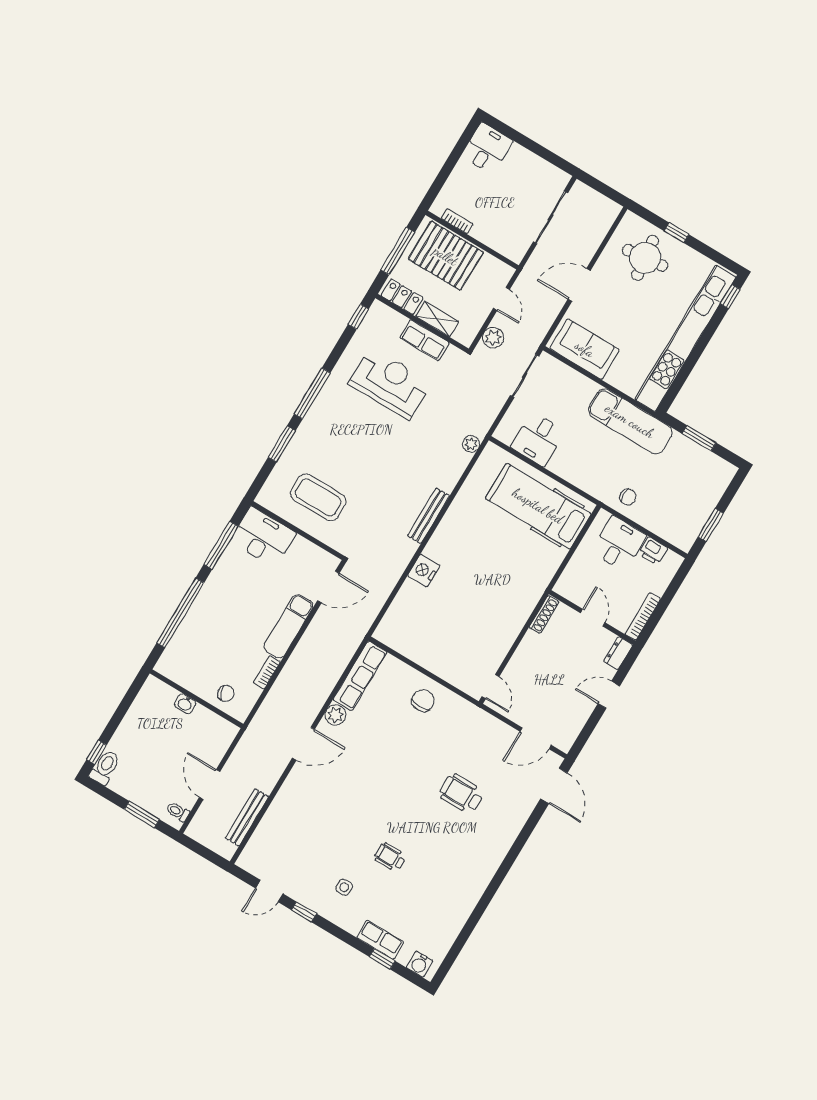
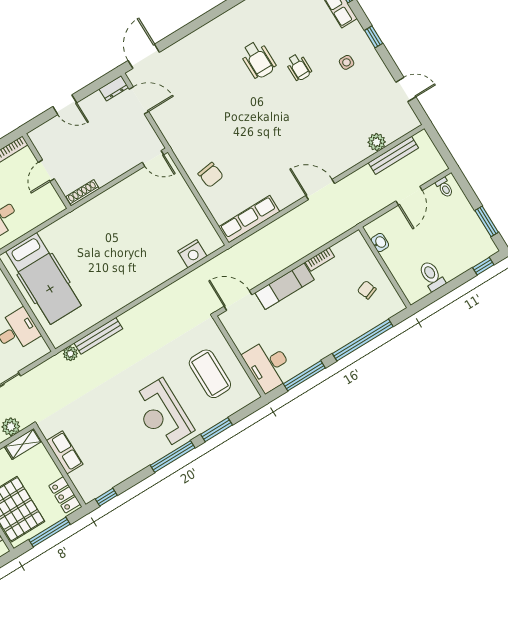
shelving: (437, 319) -> (23, 444), moved, turned 90
reception desk: (390, 383) -> (162, 414), moved
bench: (429, 516) -> (98, 336), moved
nightstand: (424, 571) -> (192, 254), moved
dresser: (618, 653) -> (114, 88), moved
door: (490, 687) -> (153, 158), swing flipped
chair: (226, 693) -> (367, 290), moved
chair: (423, 700) -> (211, 175), turned -98
washbasin: (185, 704) -> (380, 243), moved
plant: (335, 715) -> (377, 142), moved
toilet: (105, 767) -> (432, 276), moved, turned 90
wheelchair: (461, 794) -> (258, 60), moved
window: (142, 814) -> (487, 221), moved
window: (304, 912) -> (374, 37), moved

